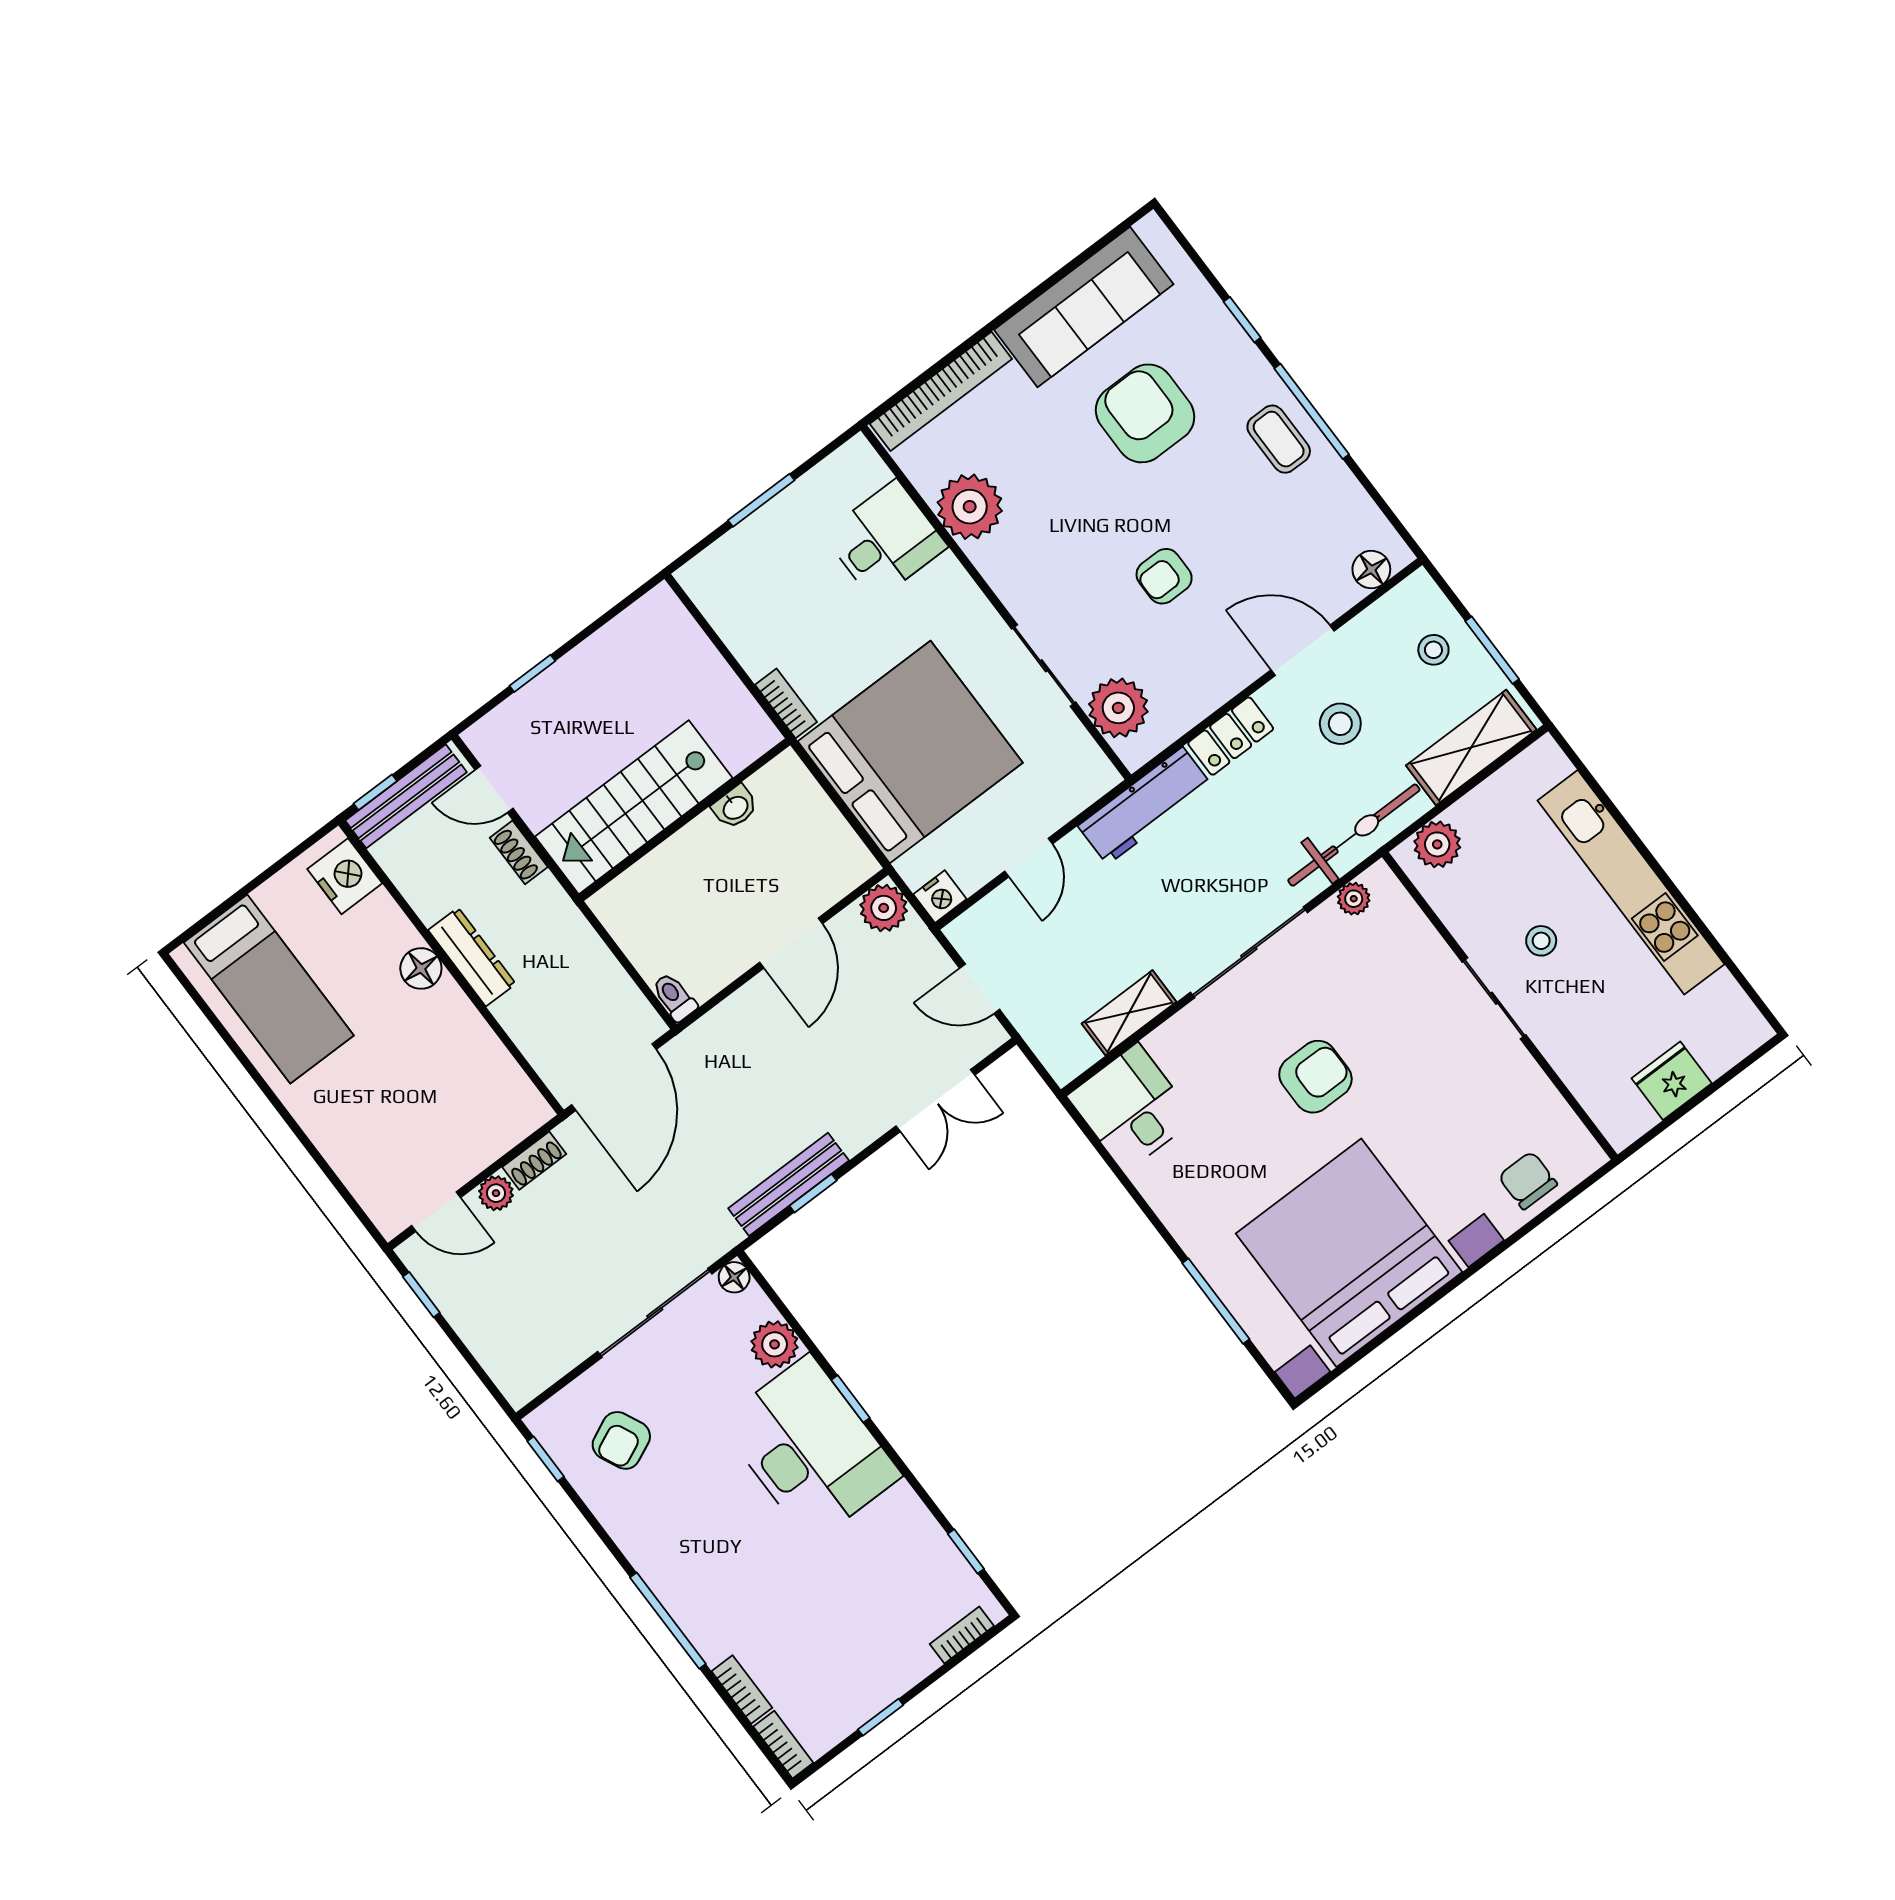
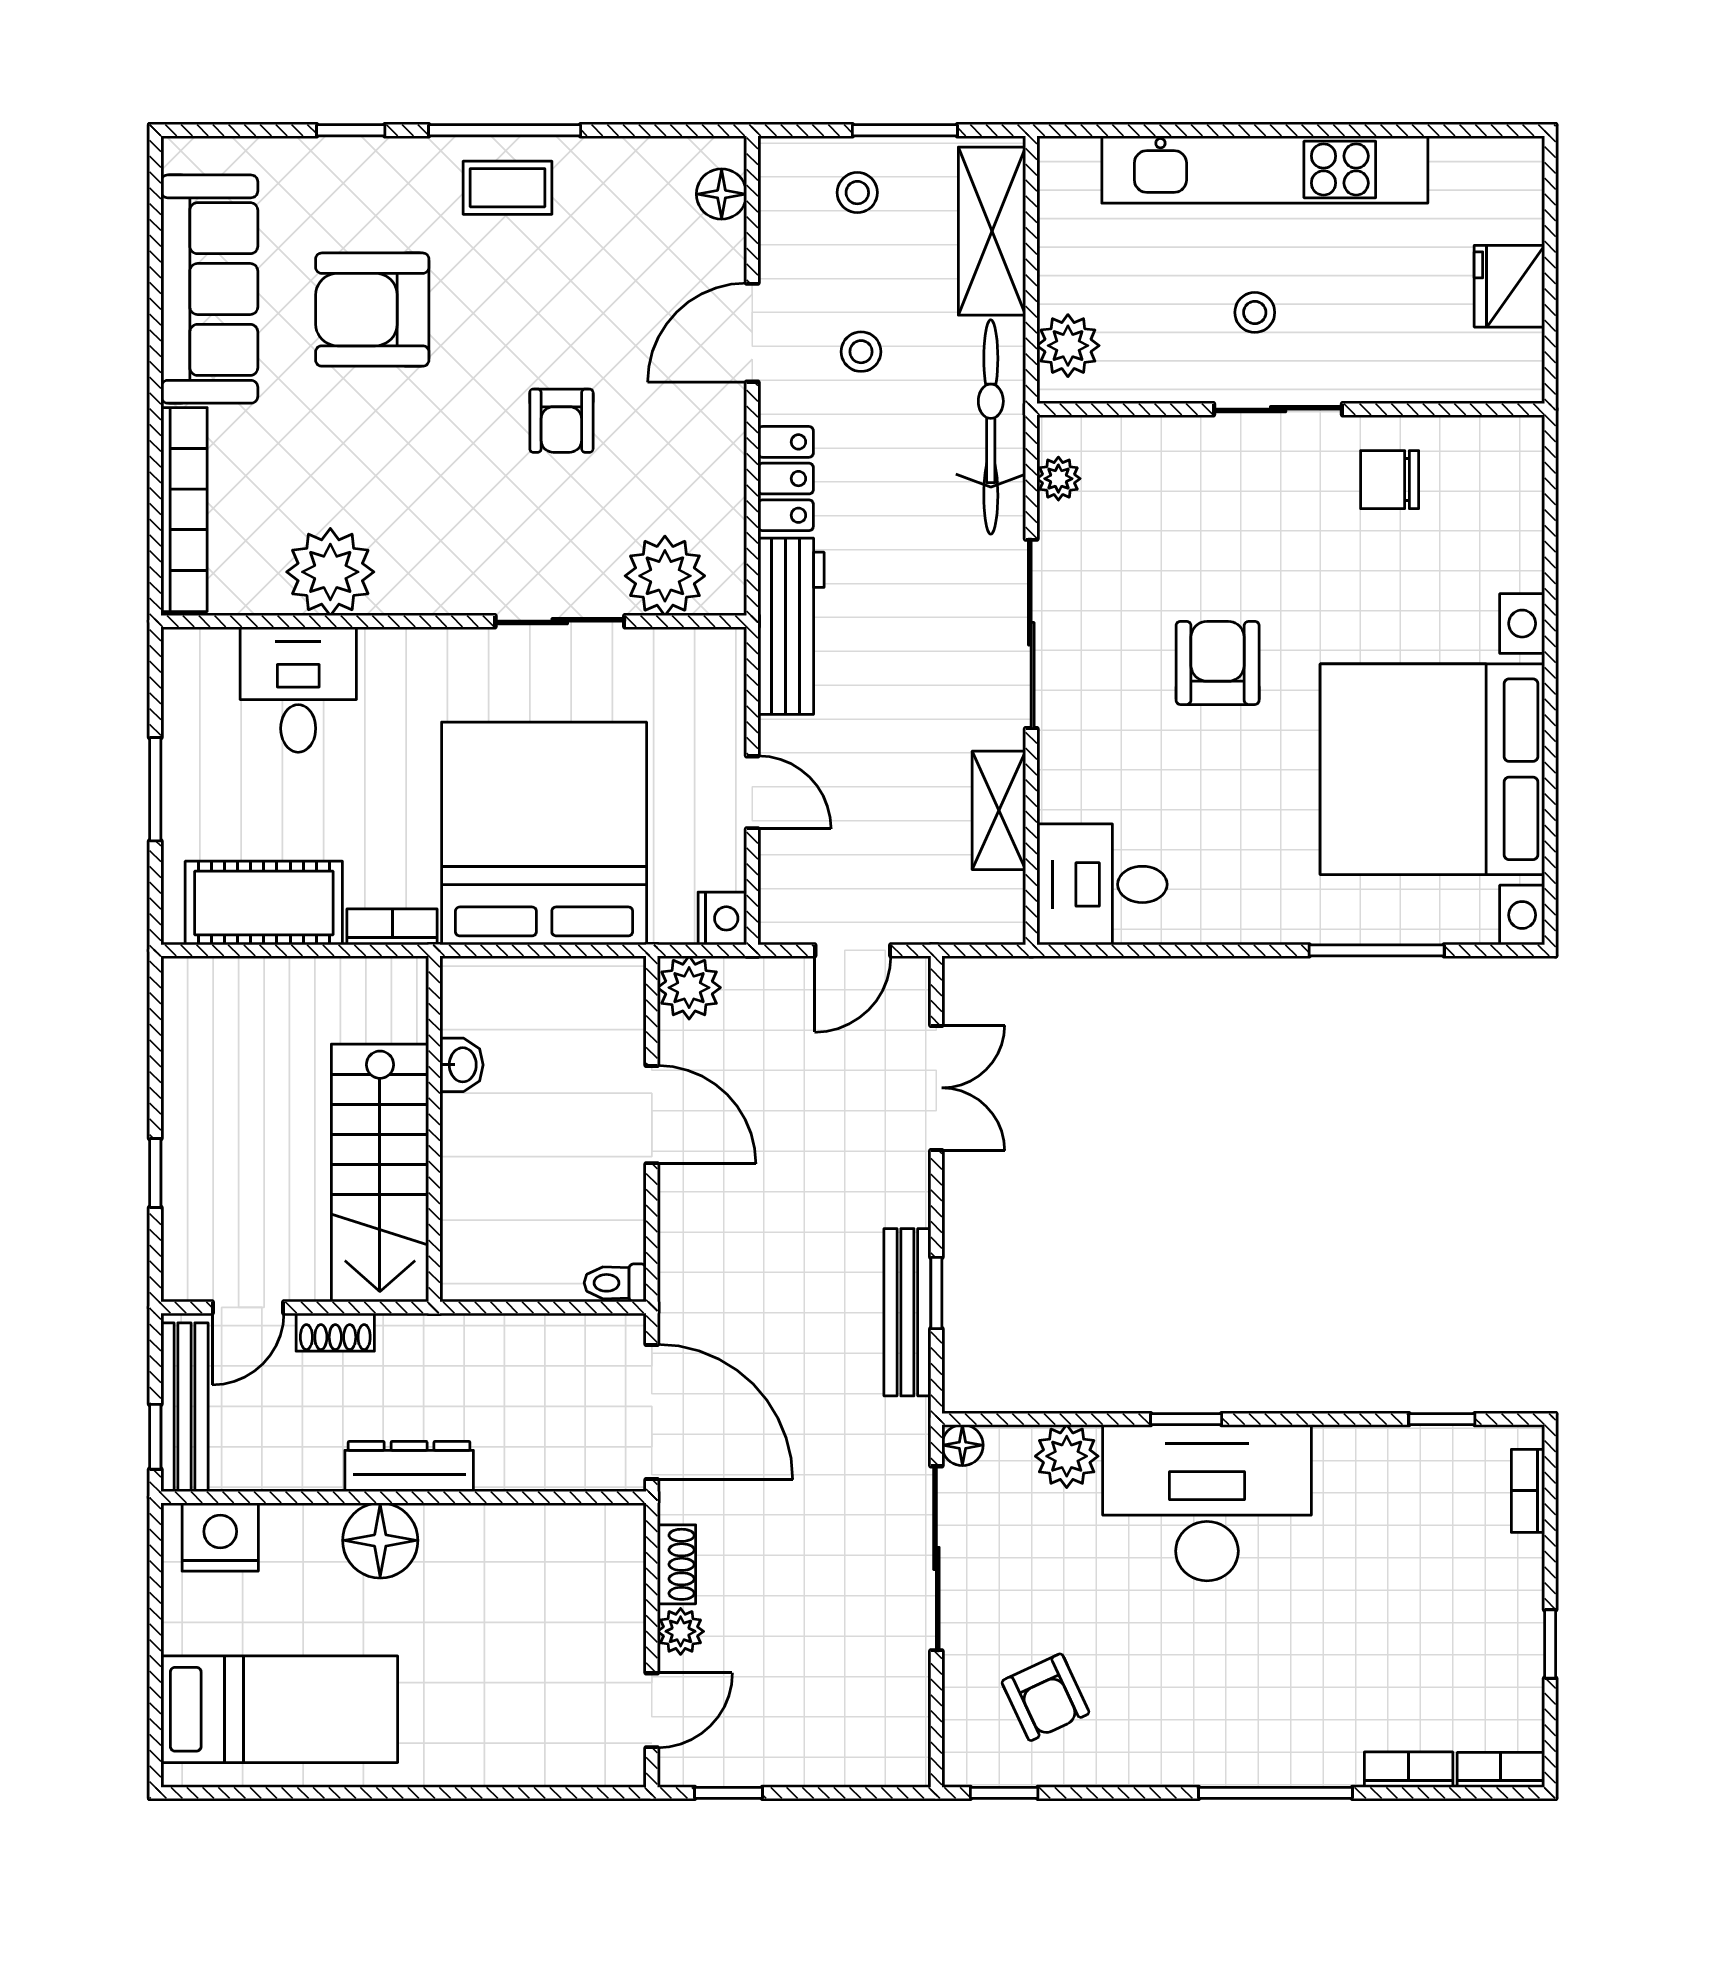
cot: (742, 616) -> (264, 903), added
stool: (1340, 724) -> (861, 352), width x0.73, depth x0.73
floor lamp: (421, 968) -> (380, 1540), width x1.38, depth x1.38
chair: (1528, 1180) -> (1390, 480), moved

